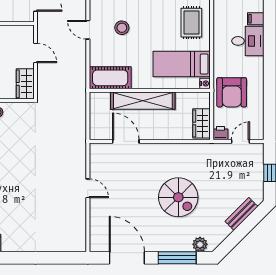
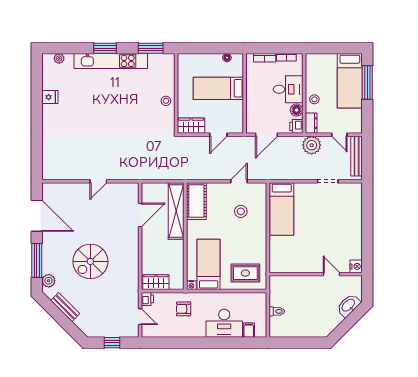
desk: (248, 41) -> (224, 323), width x1.37
armchair: (232, 92) -> (184, 309), width x0.53, depth x0.53
shelving: (143, 101) -> (176, 211), moved
bench: (241, 214) -> (65, 307), moved
door: (127, 258) -> (37, 216), hinge flipped

